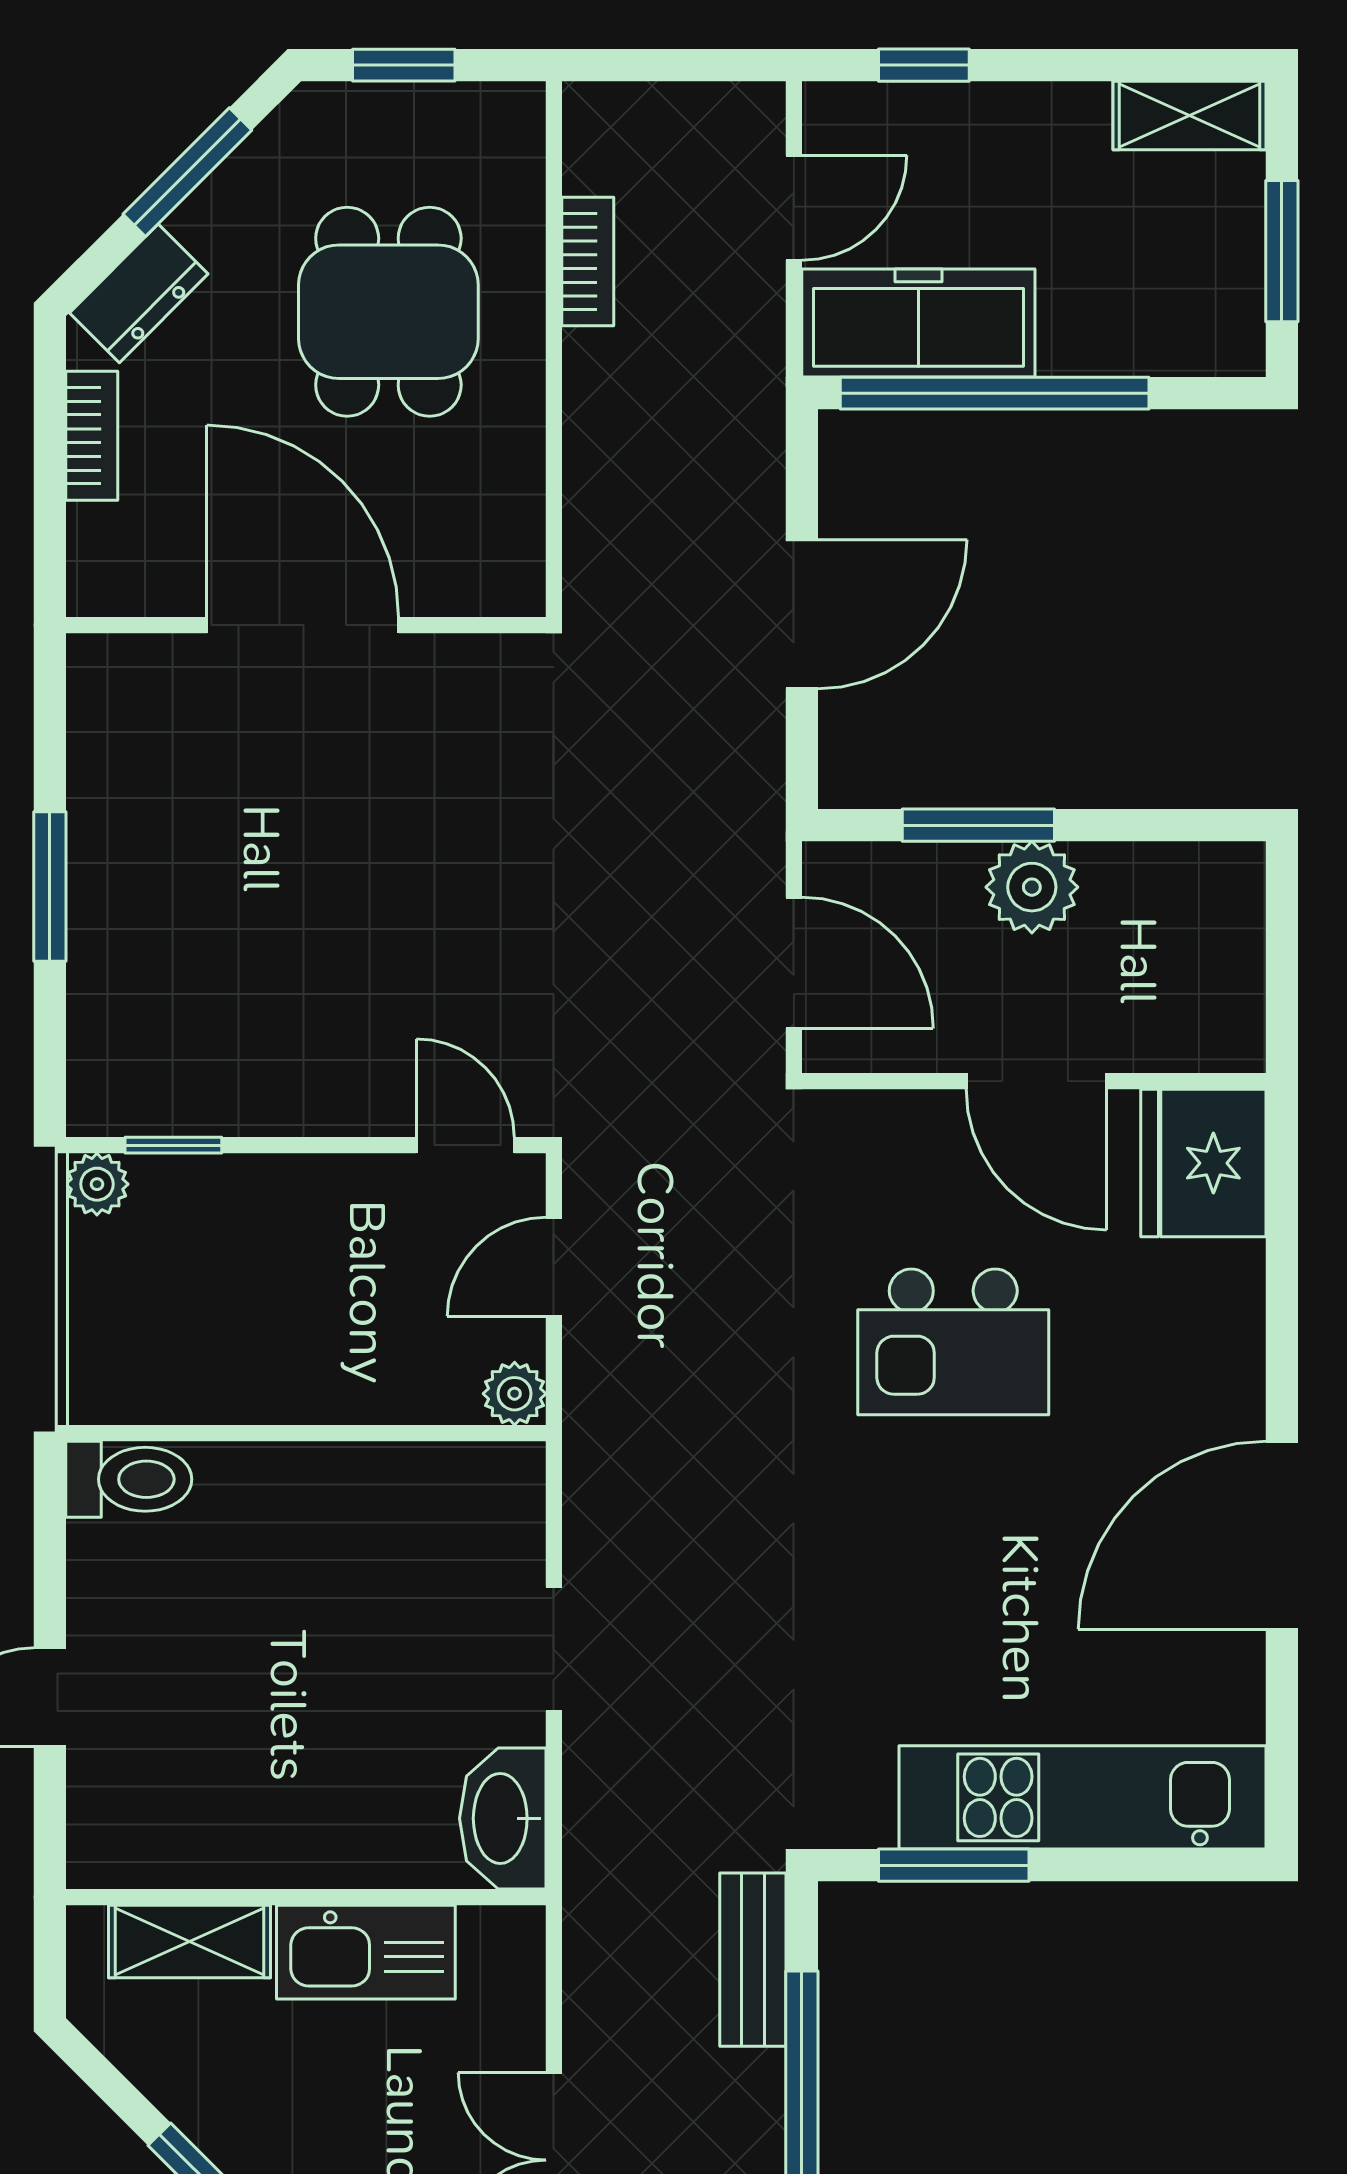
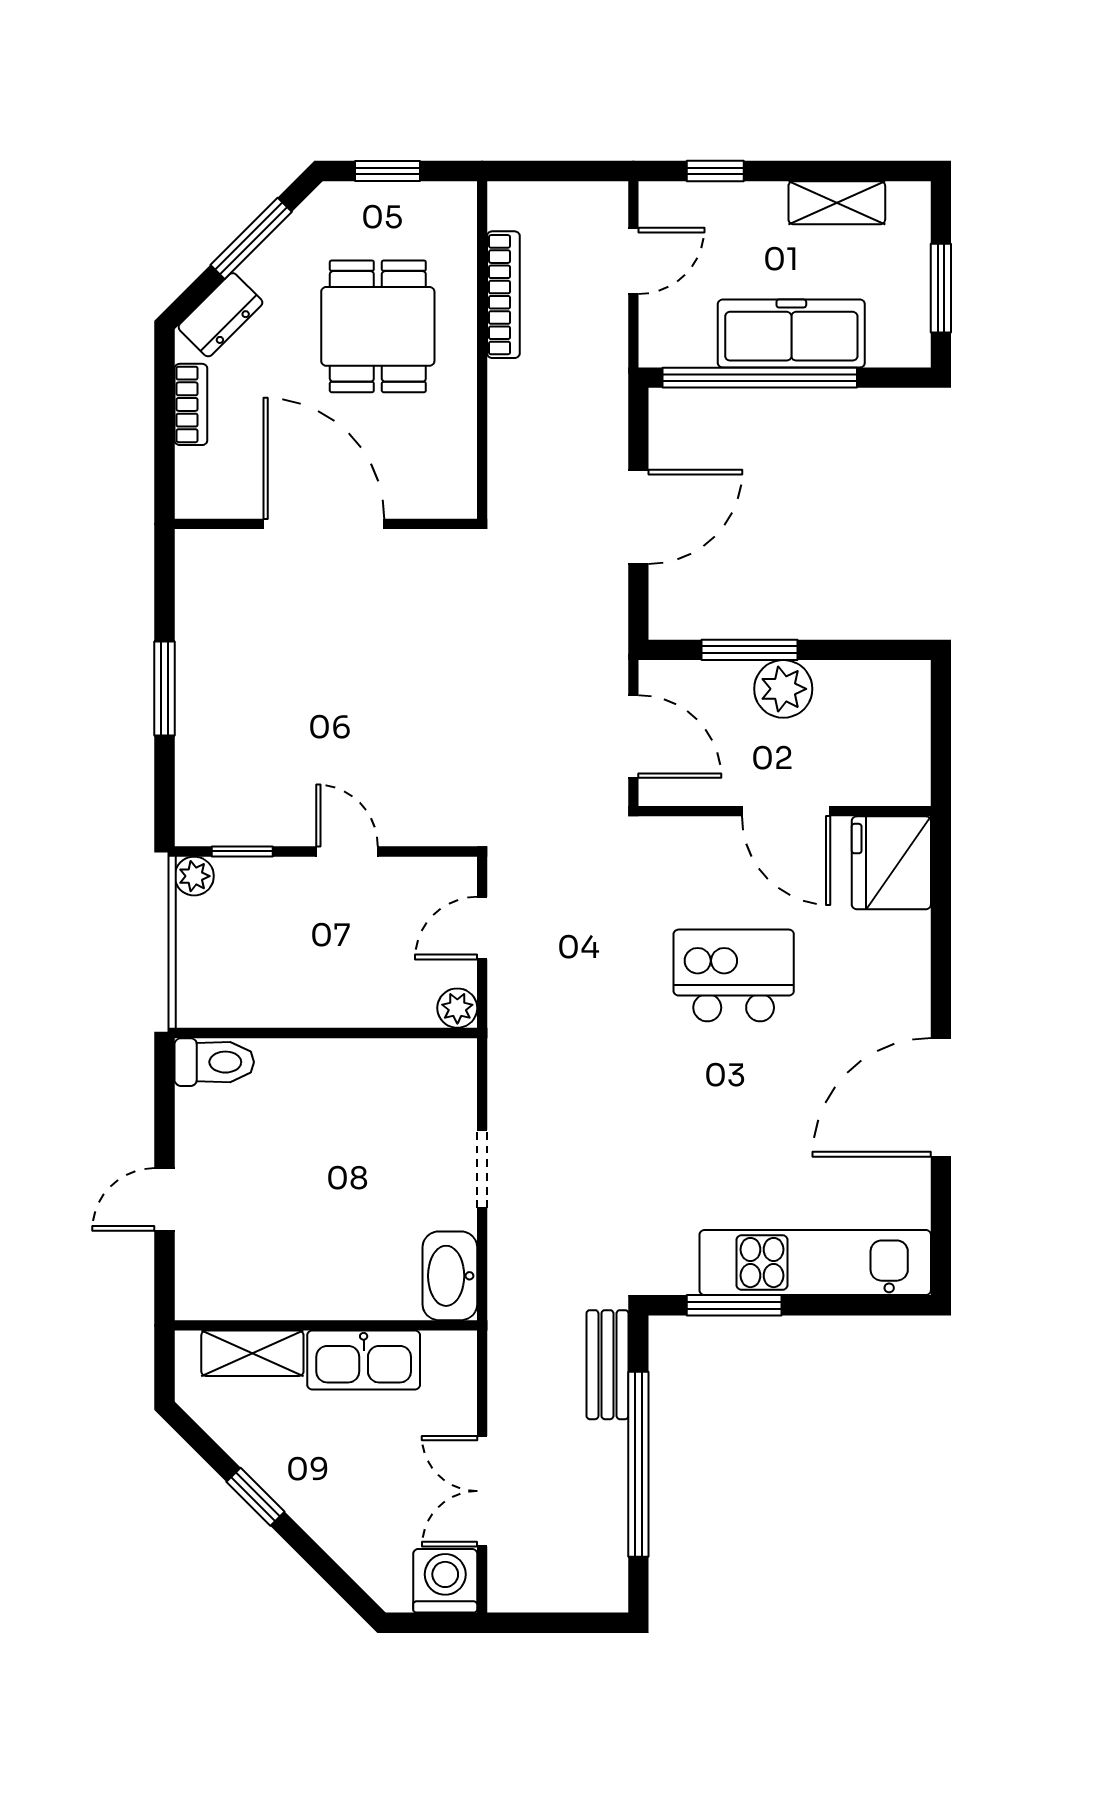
shelving: (1190, 116) -> (837, 203), moved
bookcase: (588, 261) -> (503, 295), width x1.56
freezer: (918, 323) -> (791, 333), moved
door: (465, 1145) -> (347, 851), moved
kitchen island: (953, 1342) -> (734, 975), turned 180

